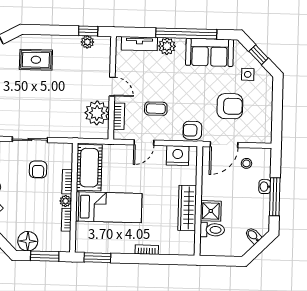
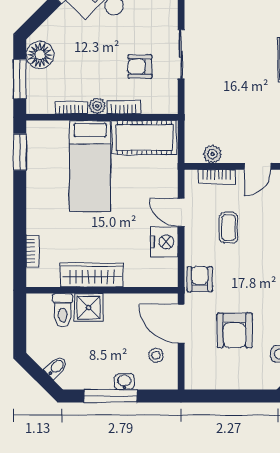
plant: (97, 113) -> (212, 154), width x0.53, depth x0.53
nightstand: (178, 156) -> (164, 242), moved
bookcase: (147, 250) -> (33, 251), moved

